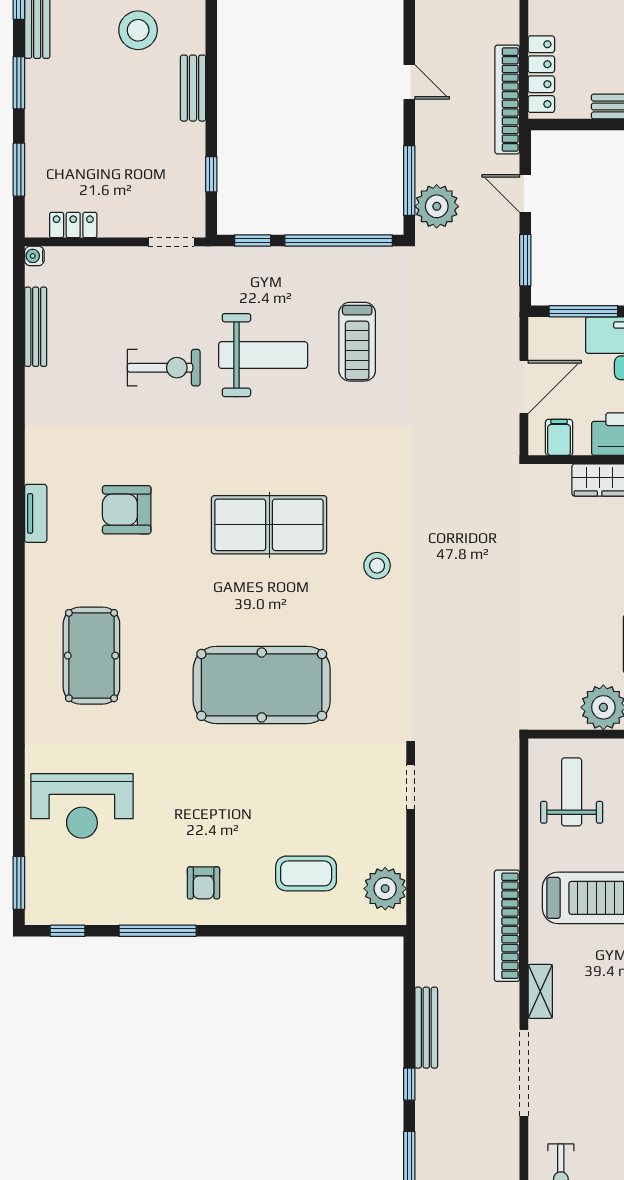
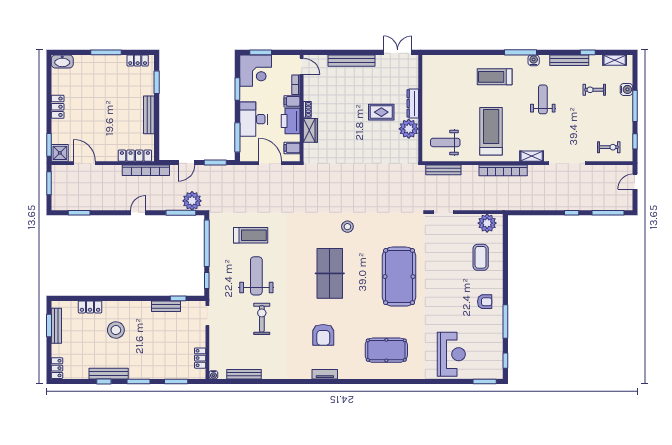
bench: (193, 88) -> (166, 306), moved
bench: (426, 1028) -> (443, 170), moved

